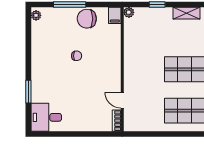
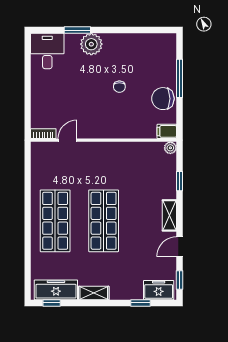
plant: (36, 15) -> (91, 44), moved, width x1.88, depth x1.88
chair: (87, 19) -> (163, 99), turned -90

